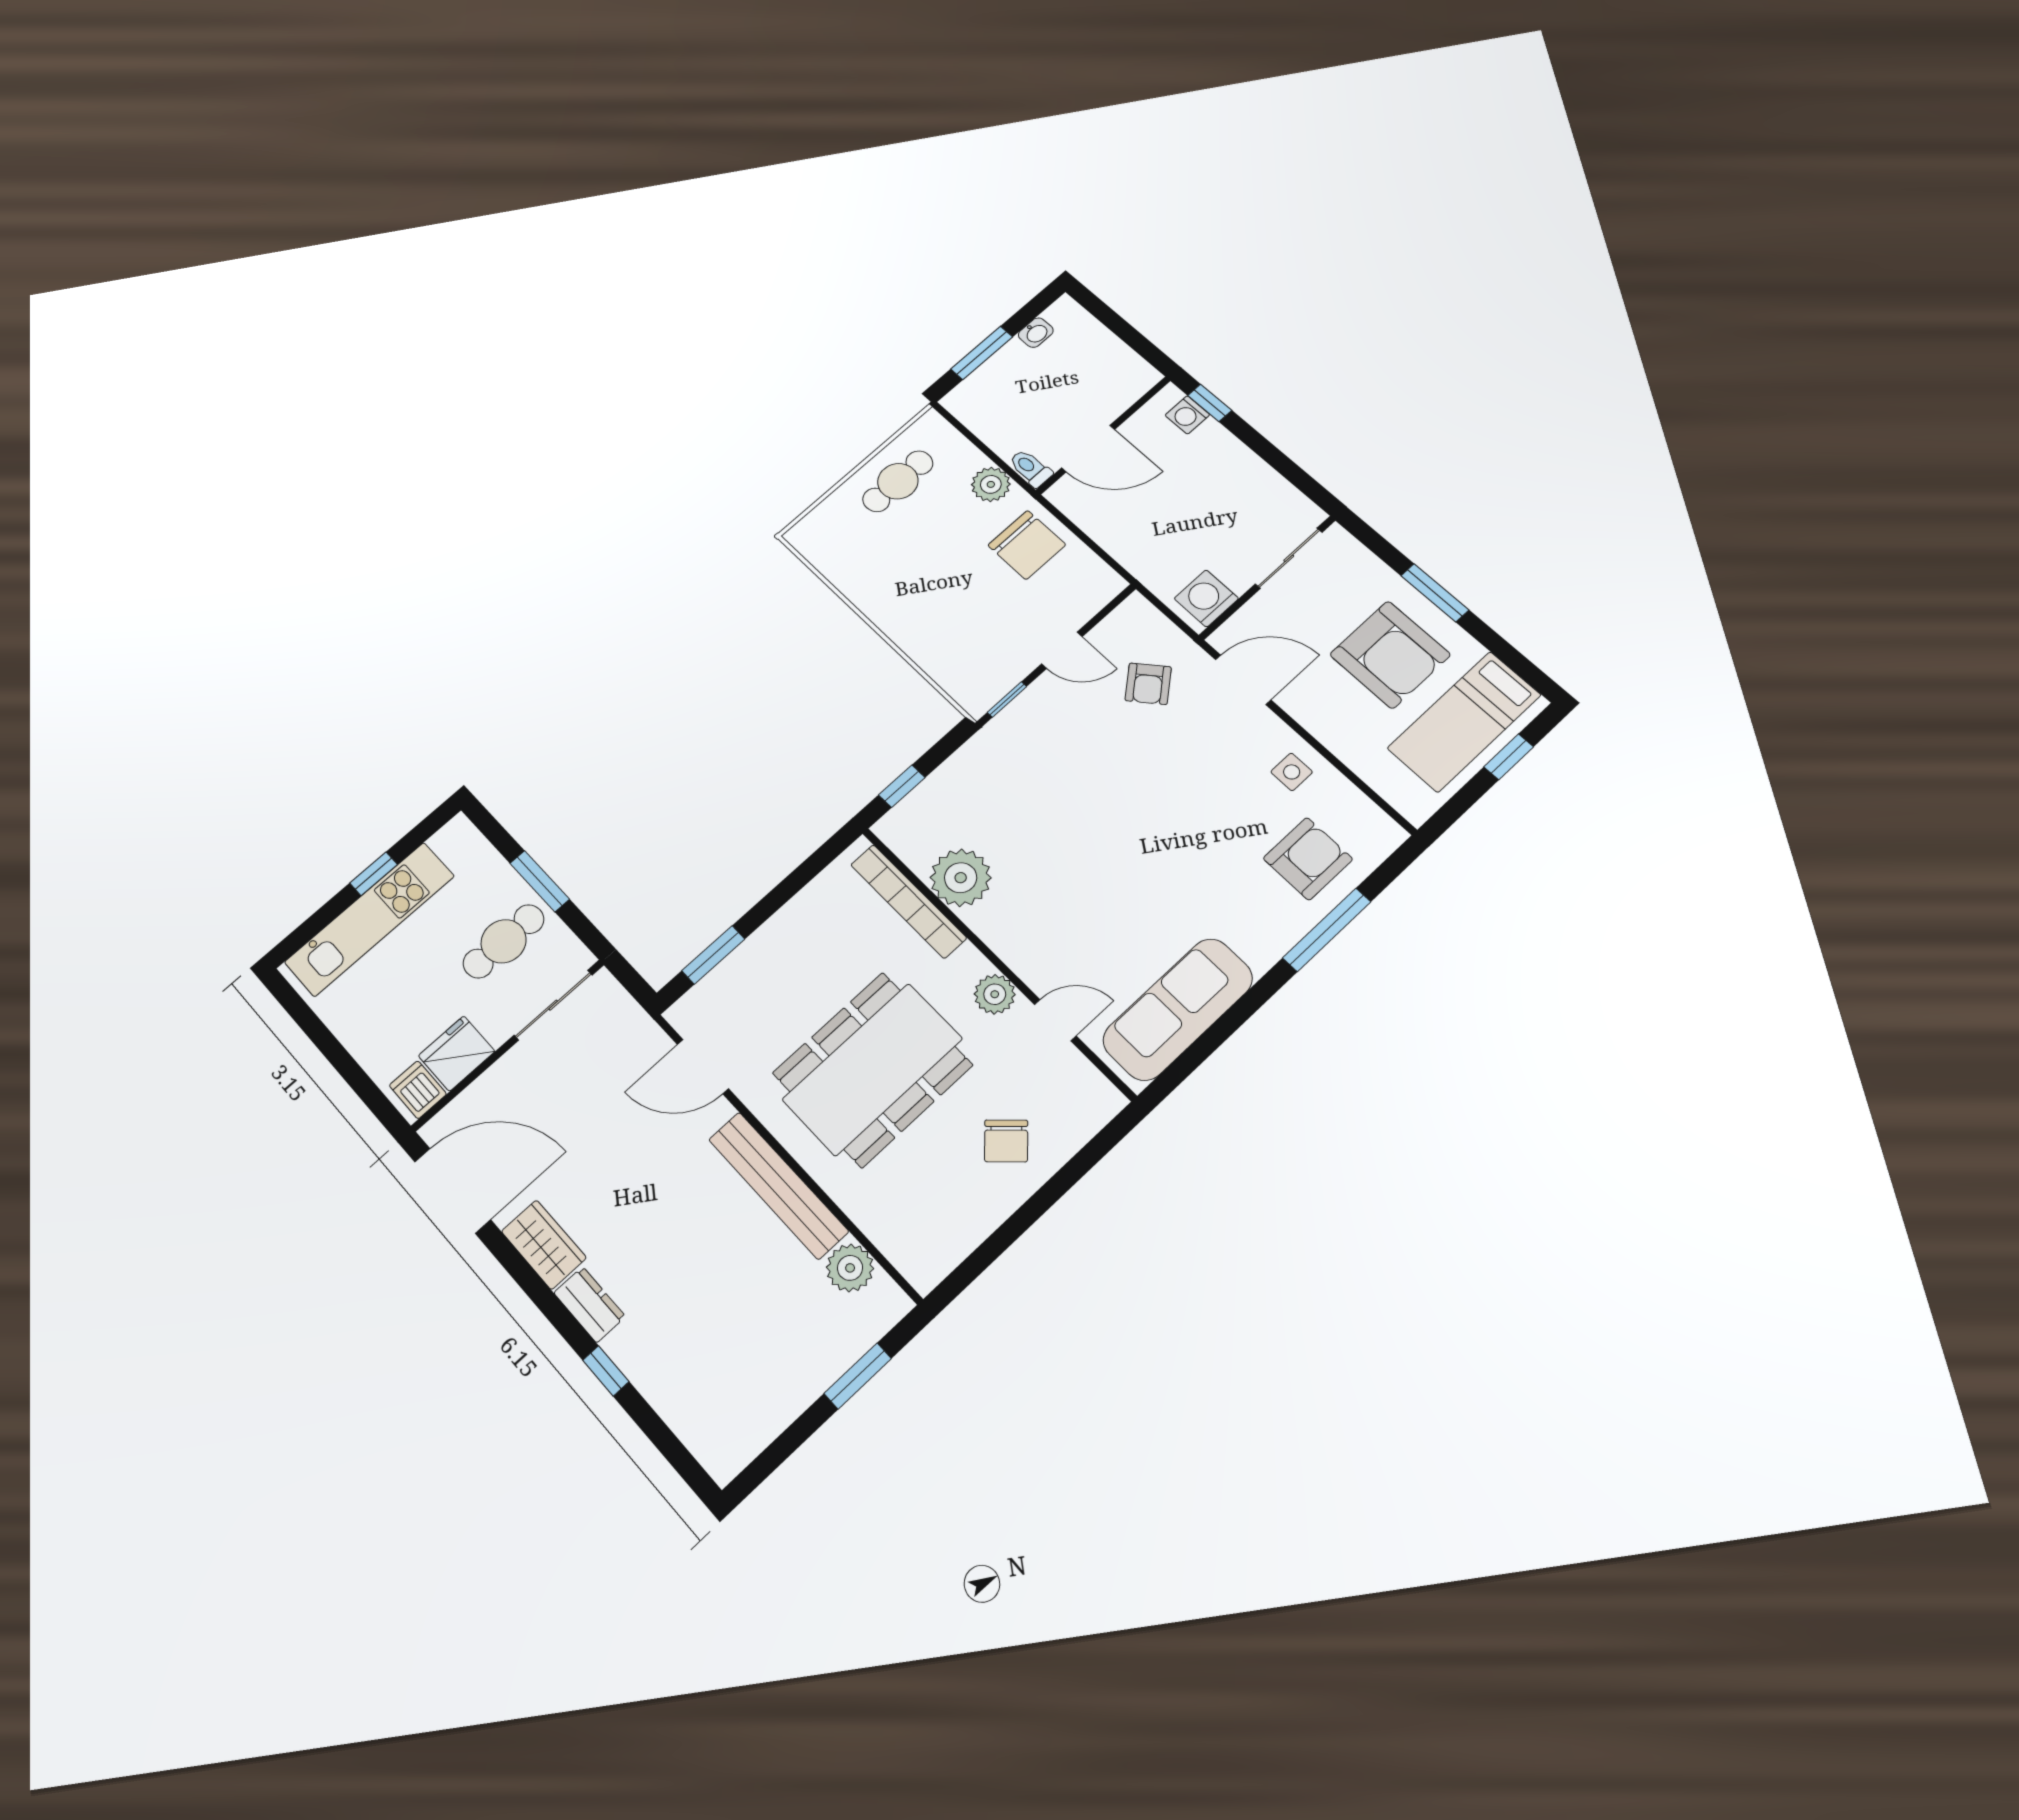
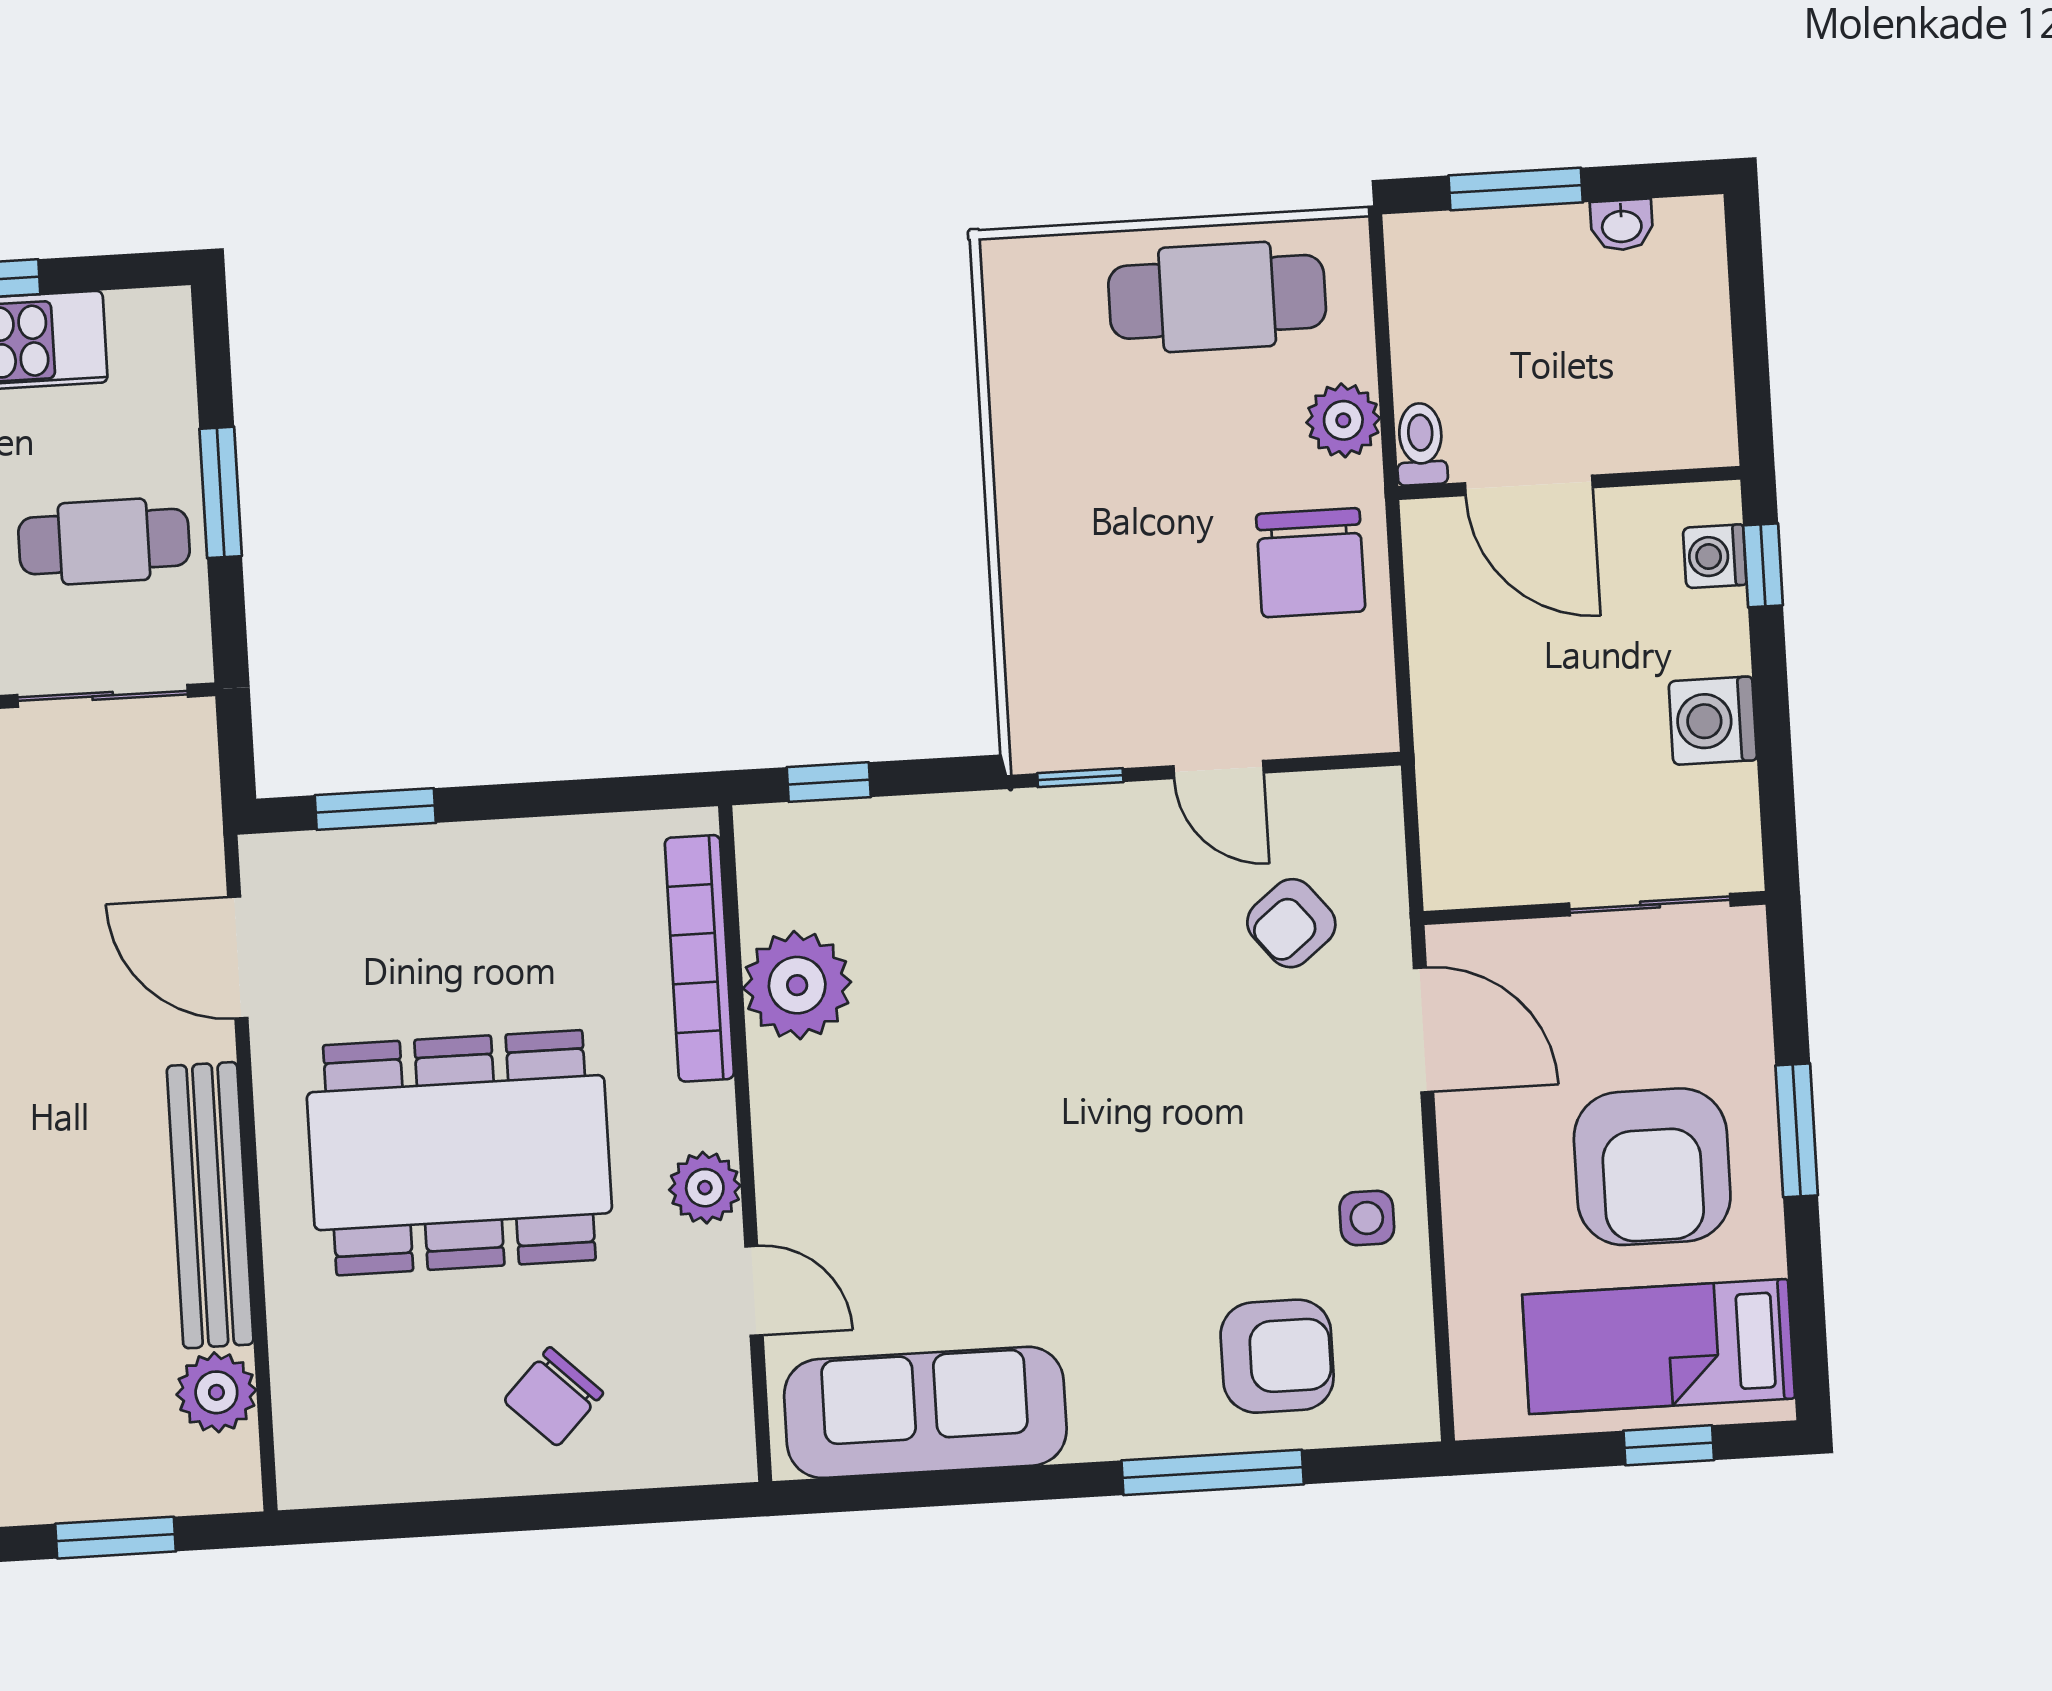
cafe table: (898, 481) -> (1217, 297), width x1.37, depth x1.35
washing machine: (1206, 598) -> (1713, 721), moved, turned -90

